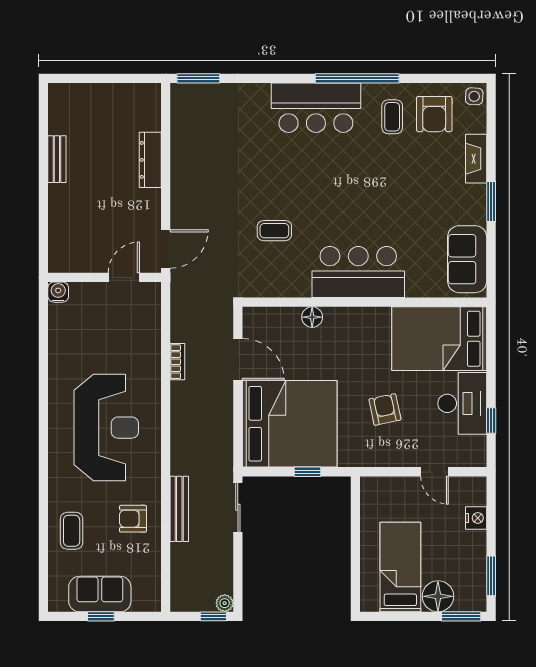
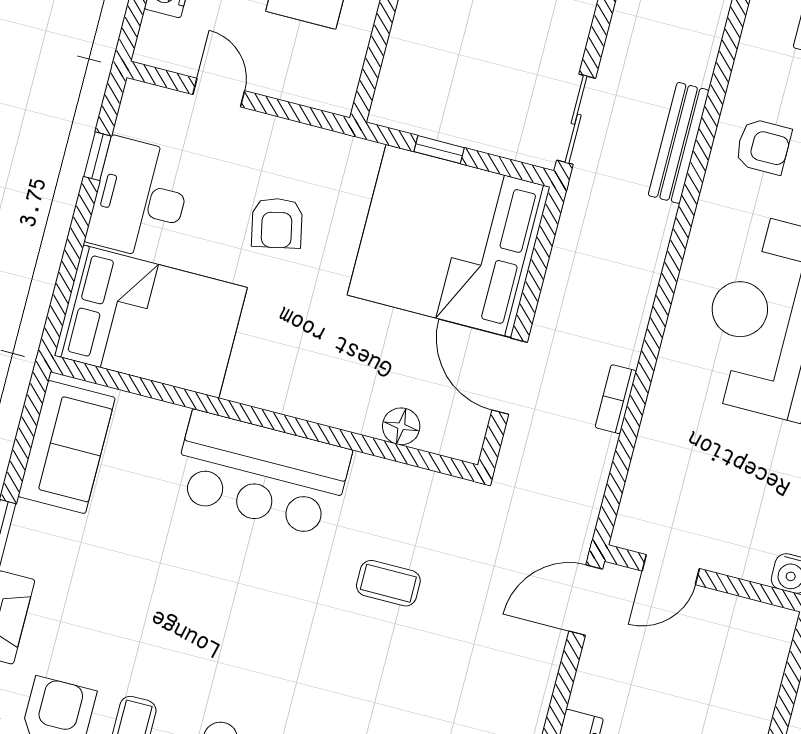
floor lamp: (312, 317) -> (401, 426), moved

